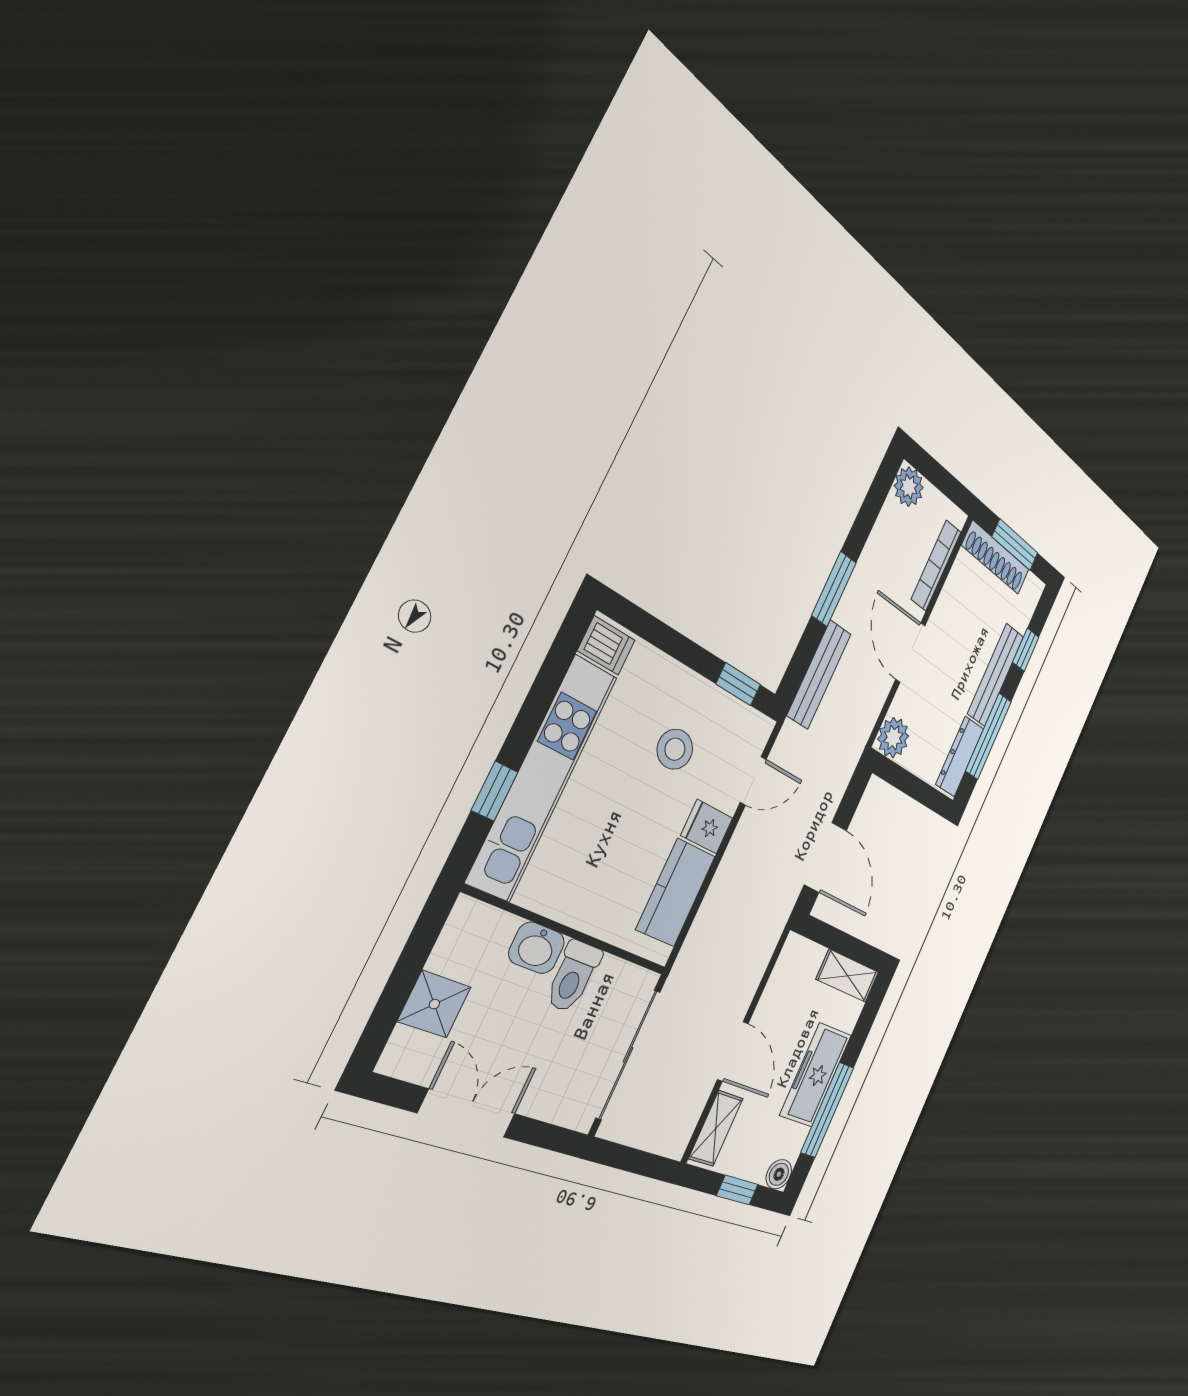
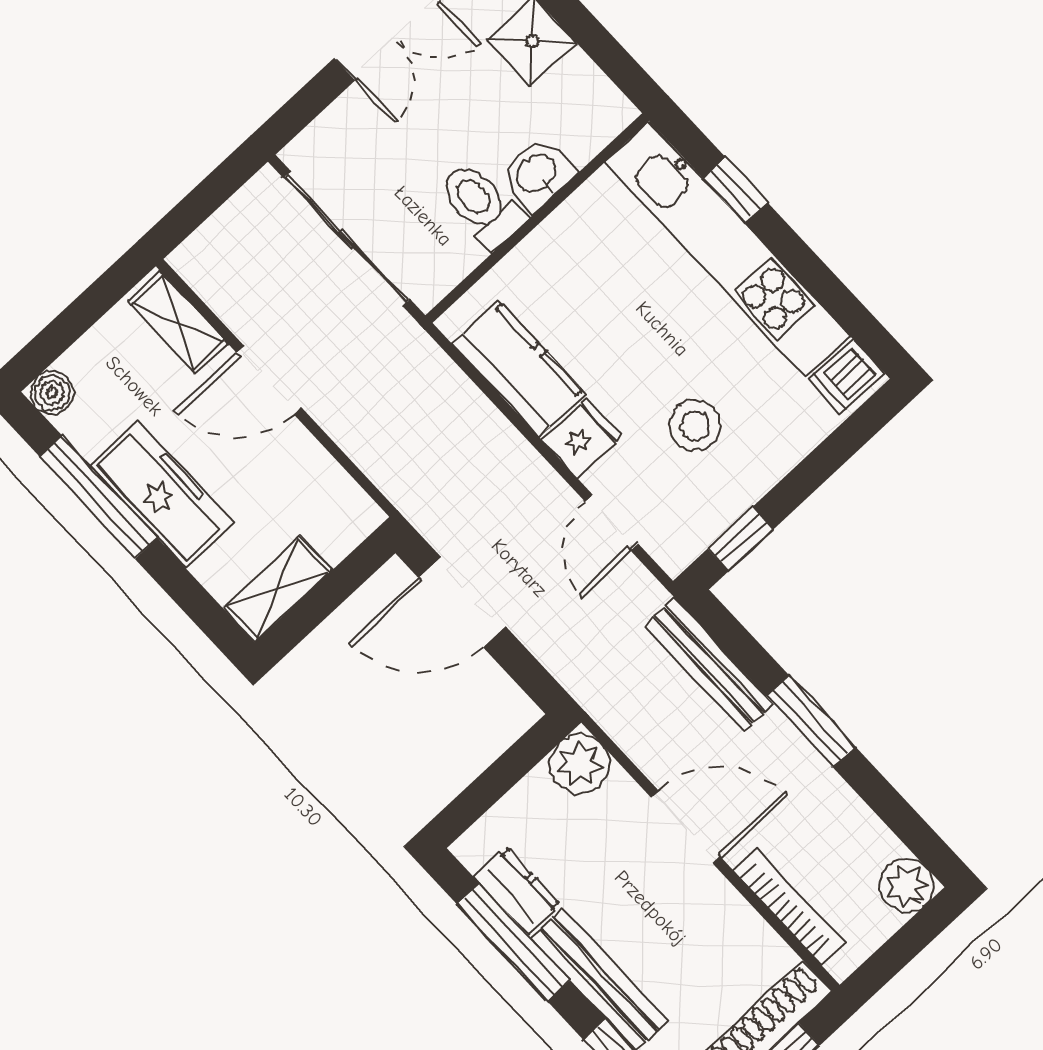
dresser: (960, 756) -> (517, 891), width x0.70
window: (737, 1190) -> (70, 325), removed

